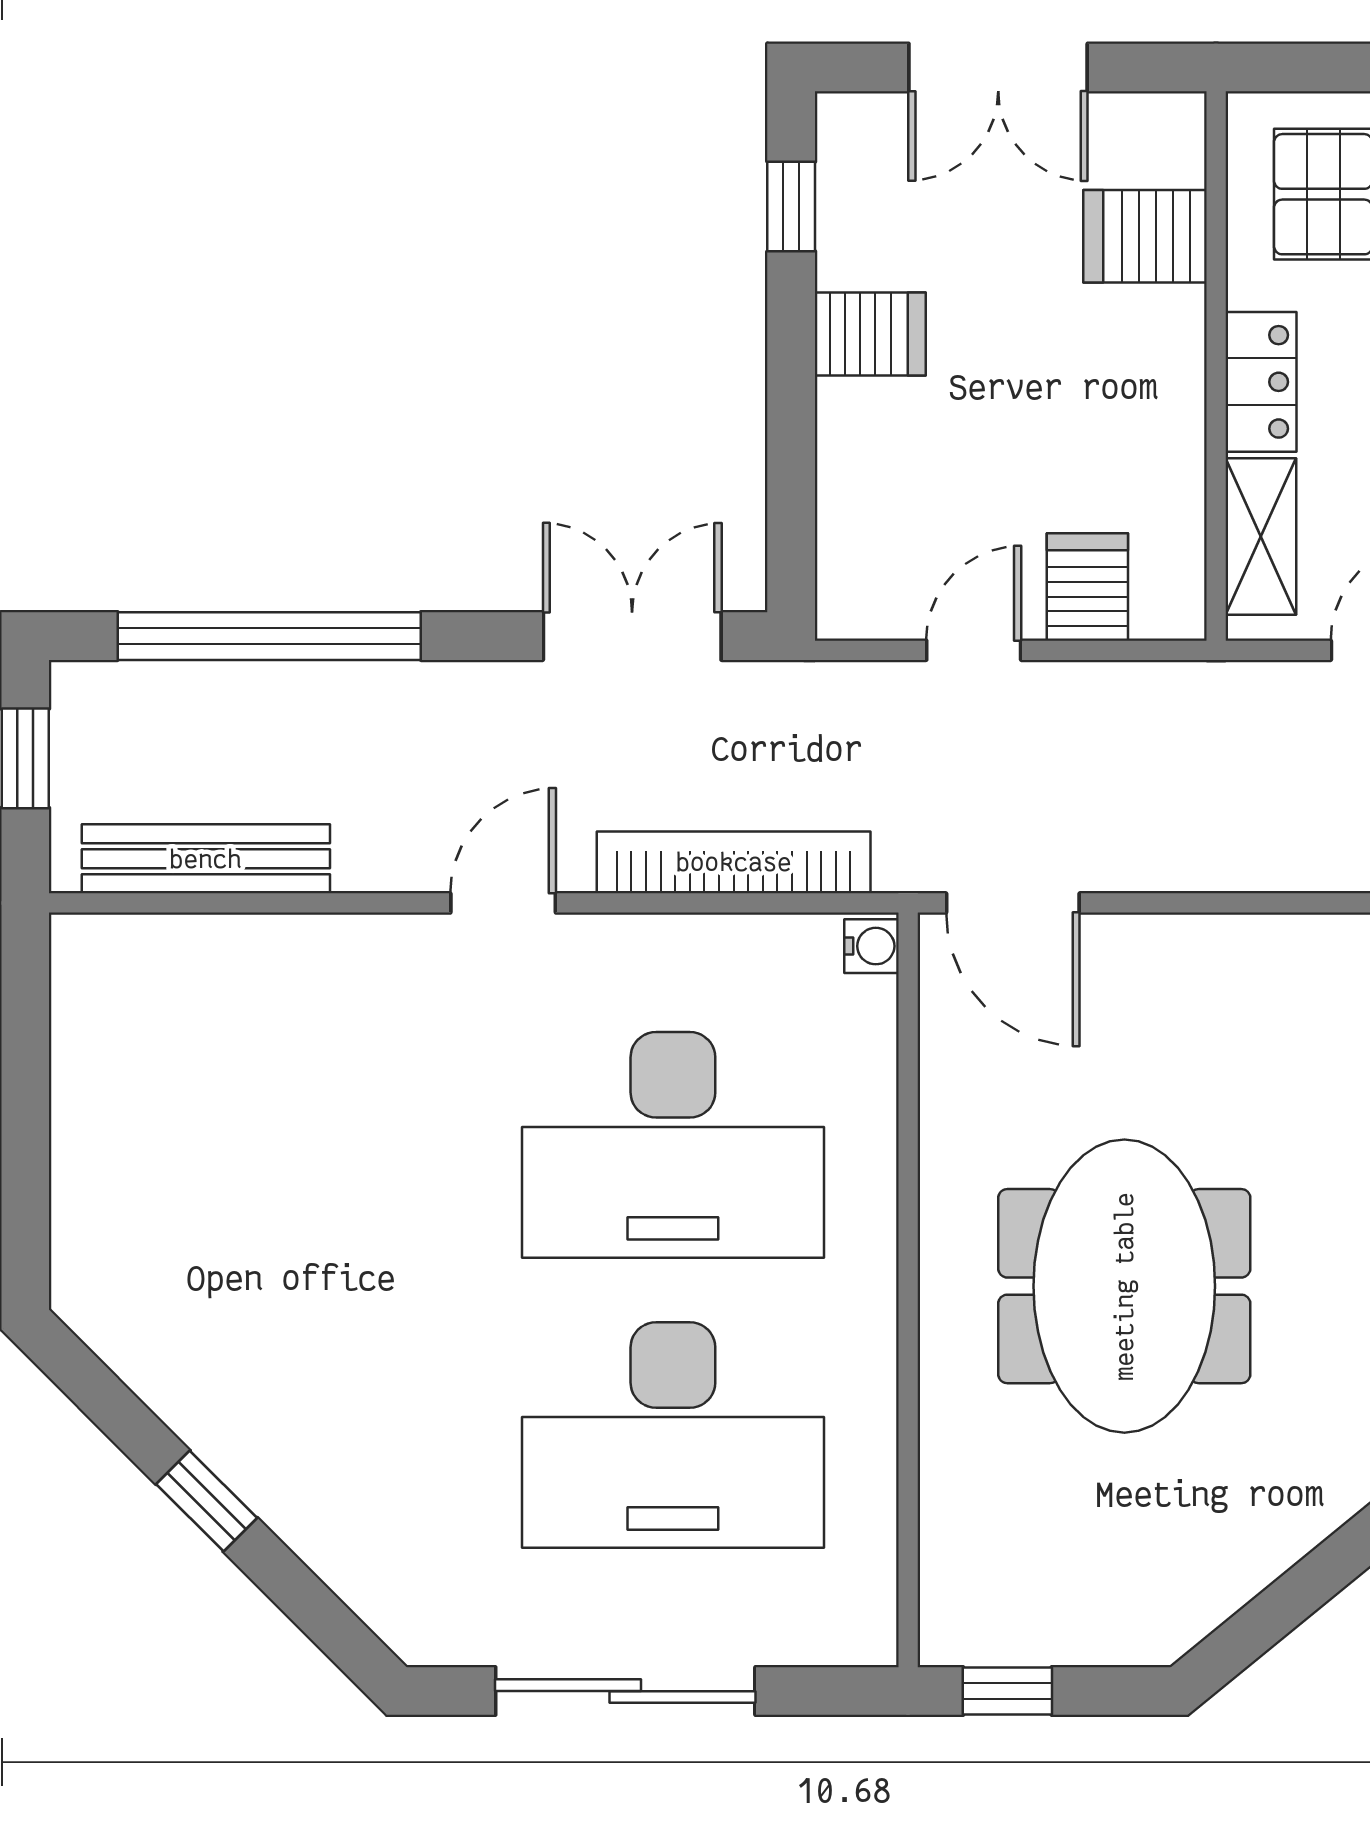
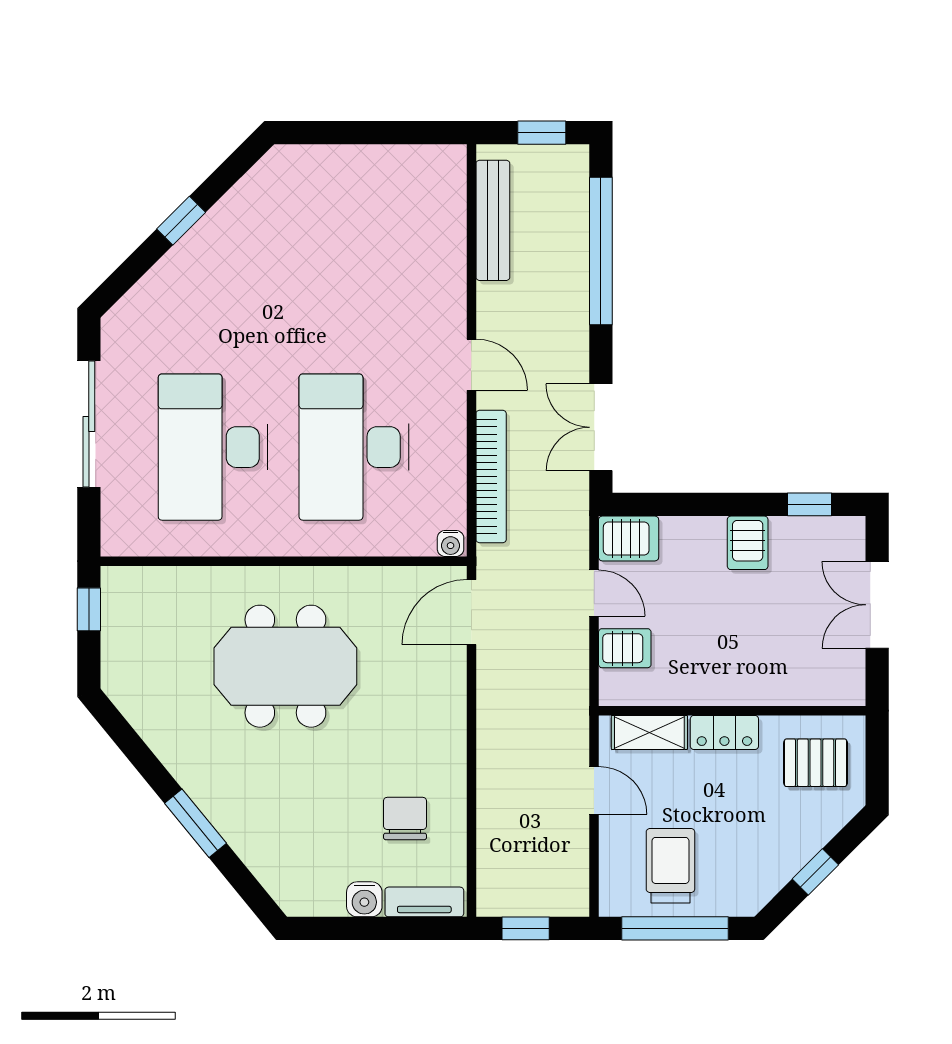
server rack: (1145, 236) -> (629, 538), moved, turned 90
double door: (632, 636) -> (601, 427), swing flipped

